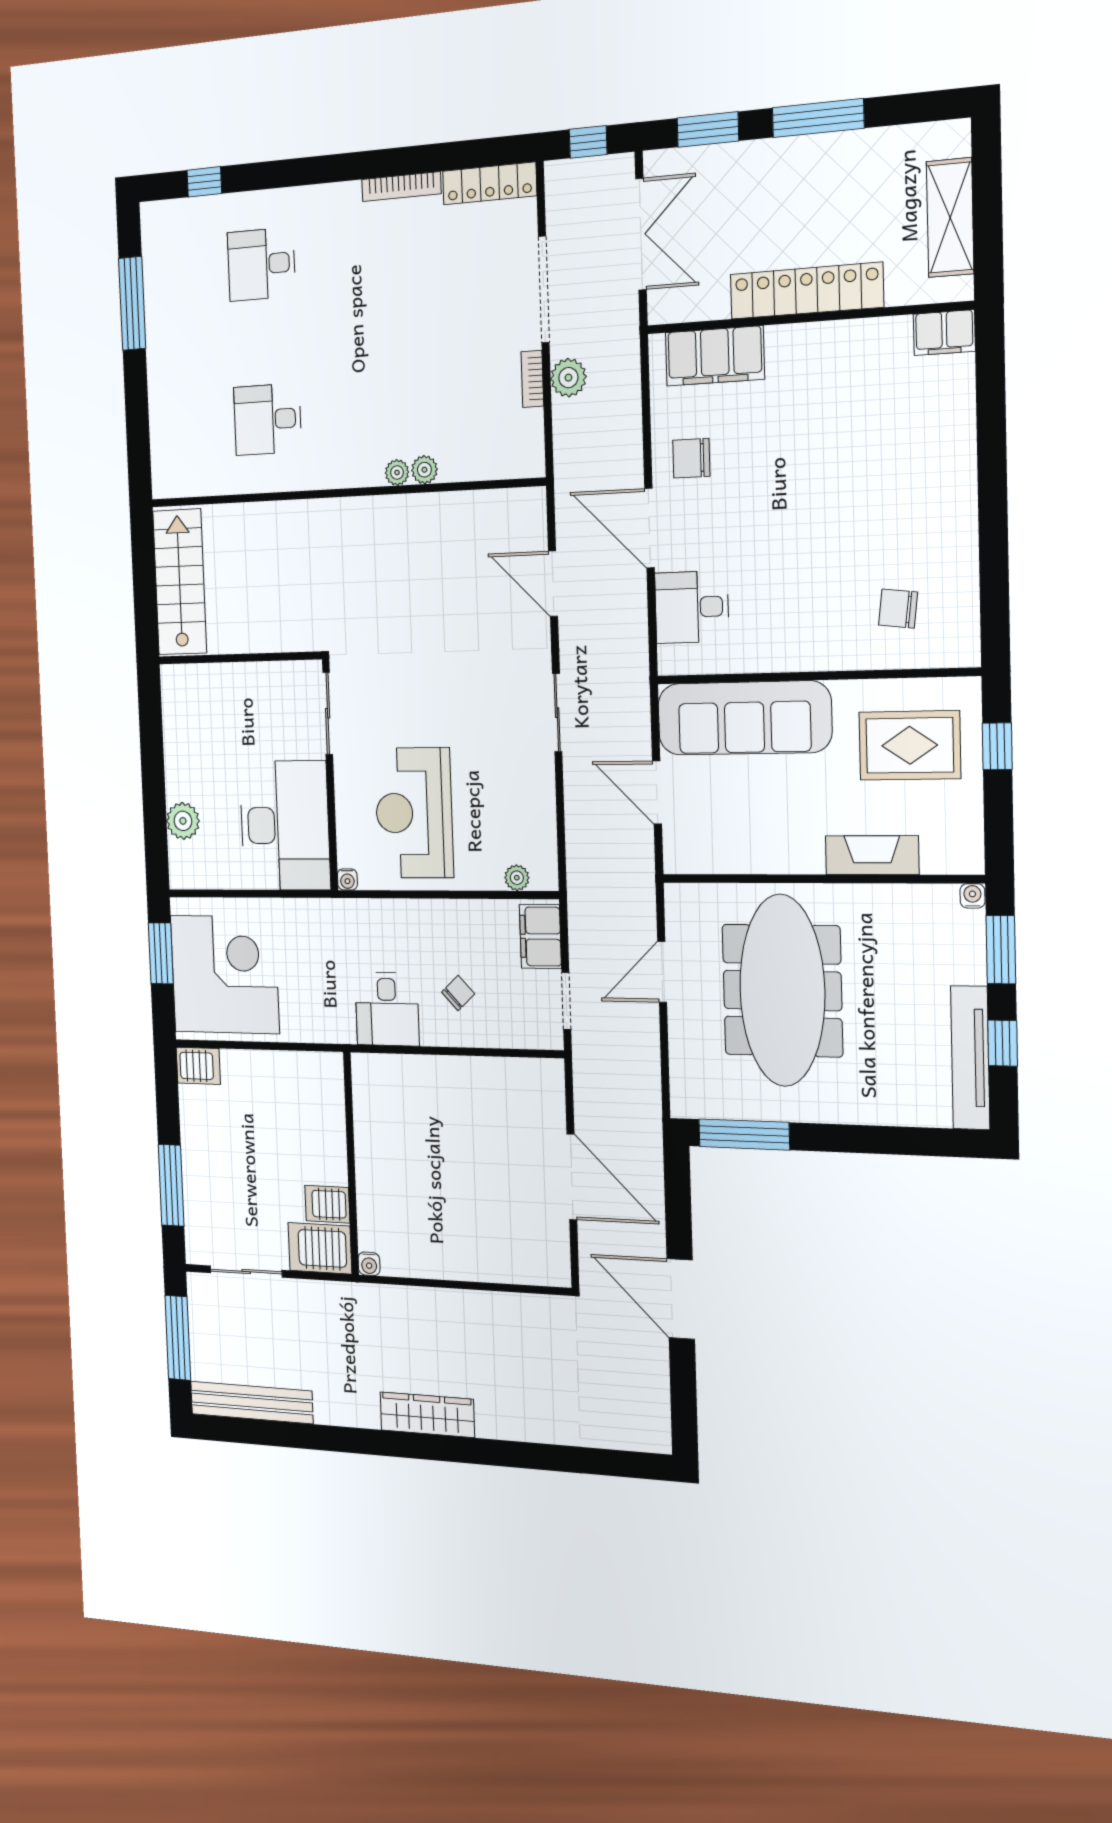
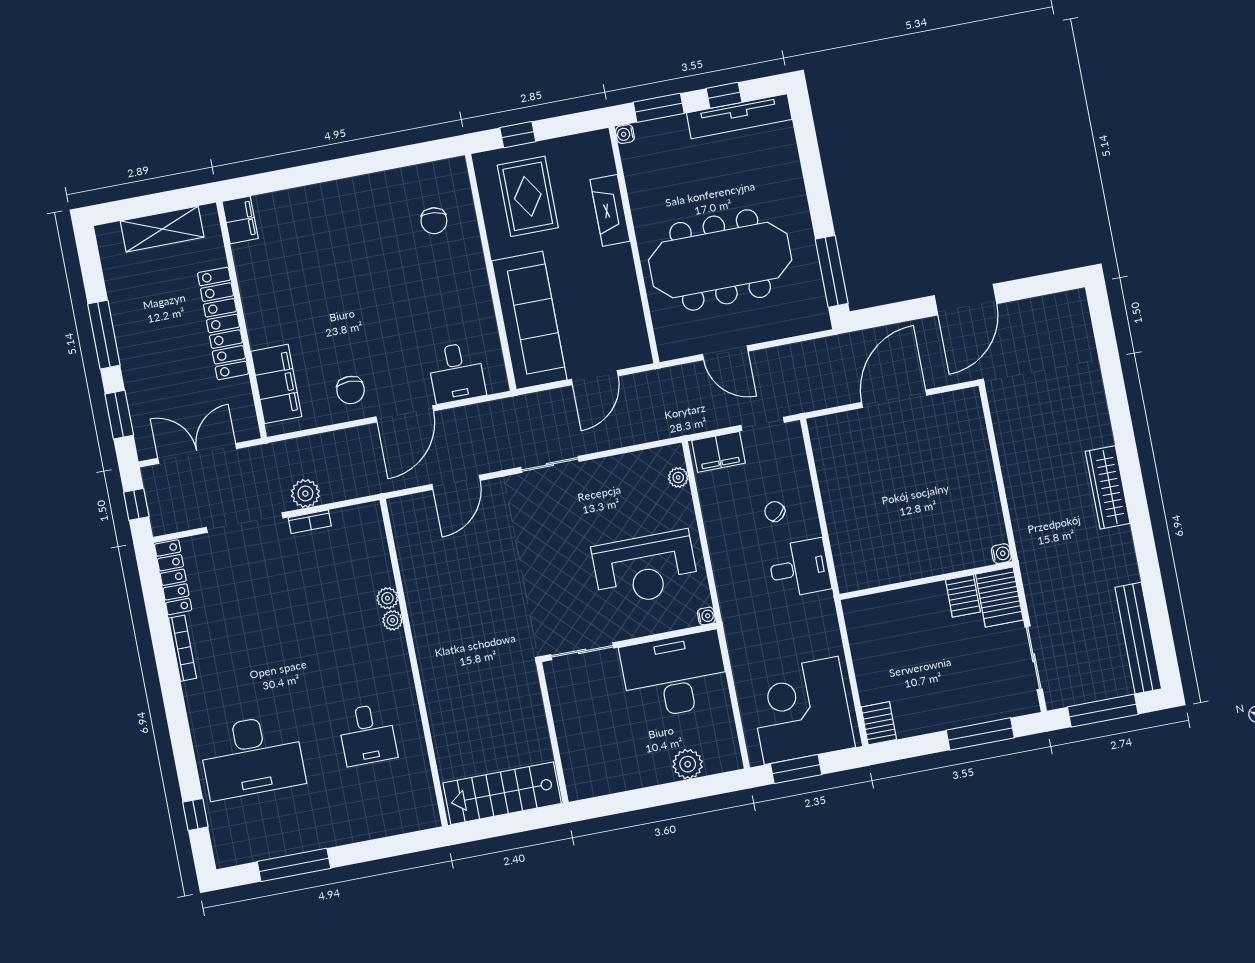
desk: (261, 264) -> (252, 757), width x1.87, depth x1.30

